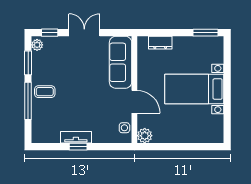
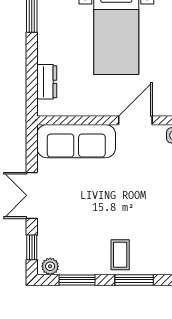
window: (28, 101) -> (134, 280), width x0.69

